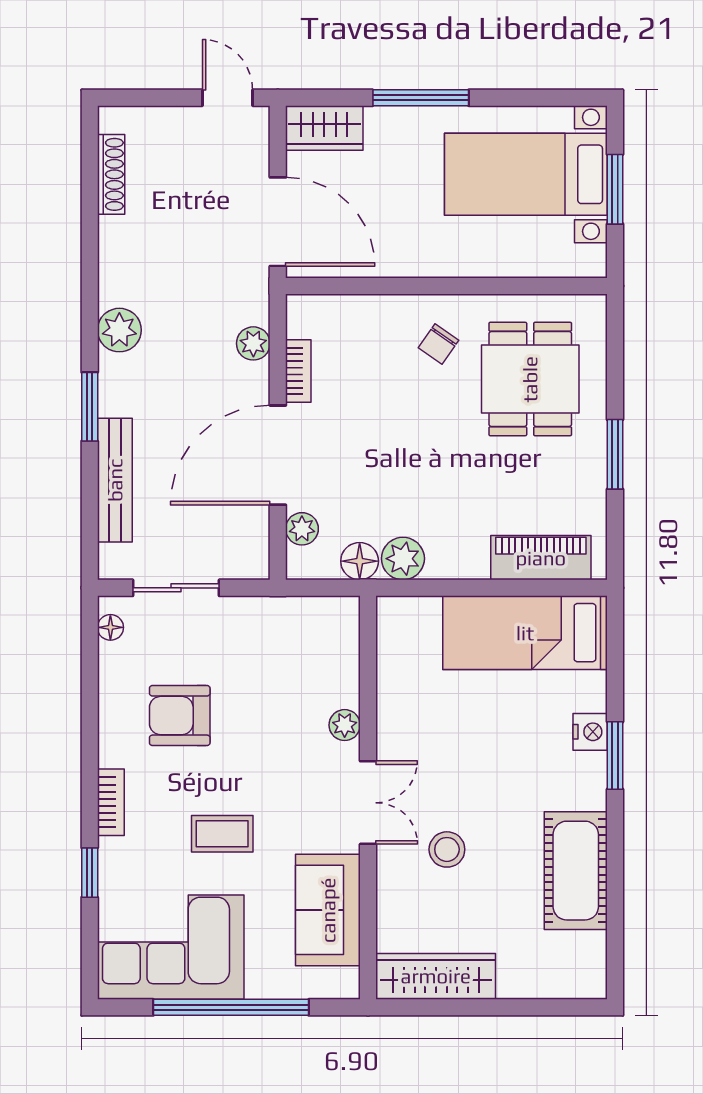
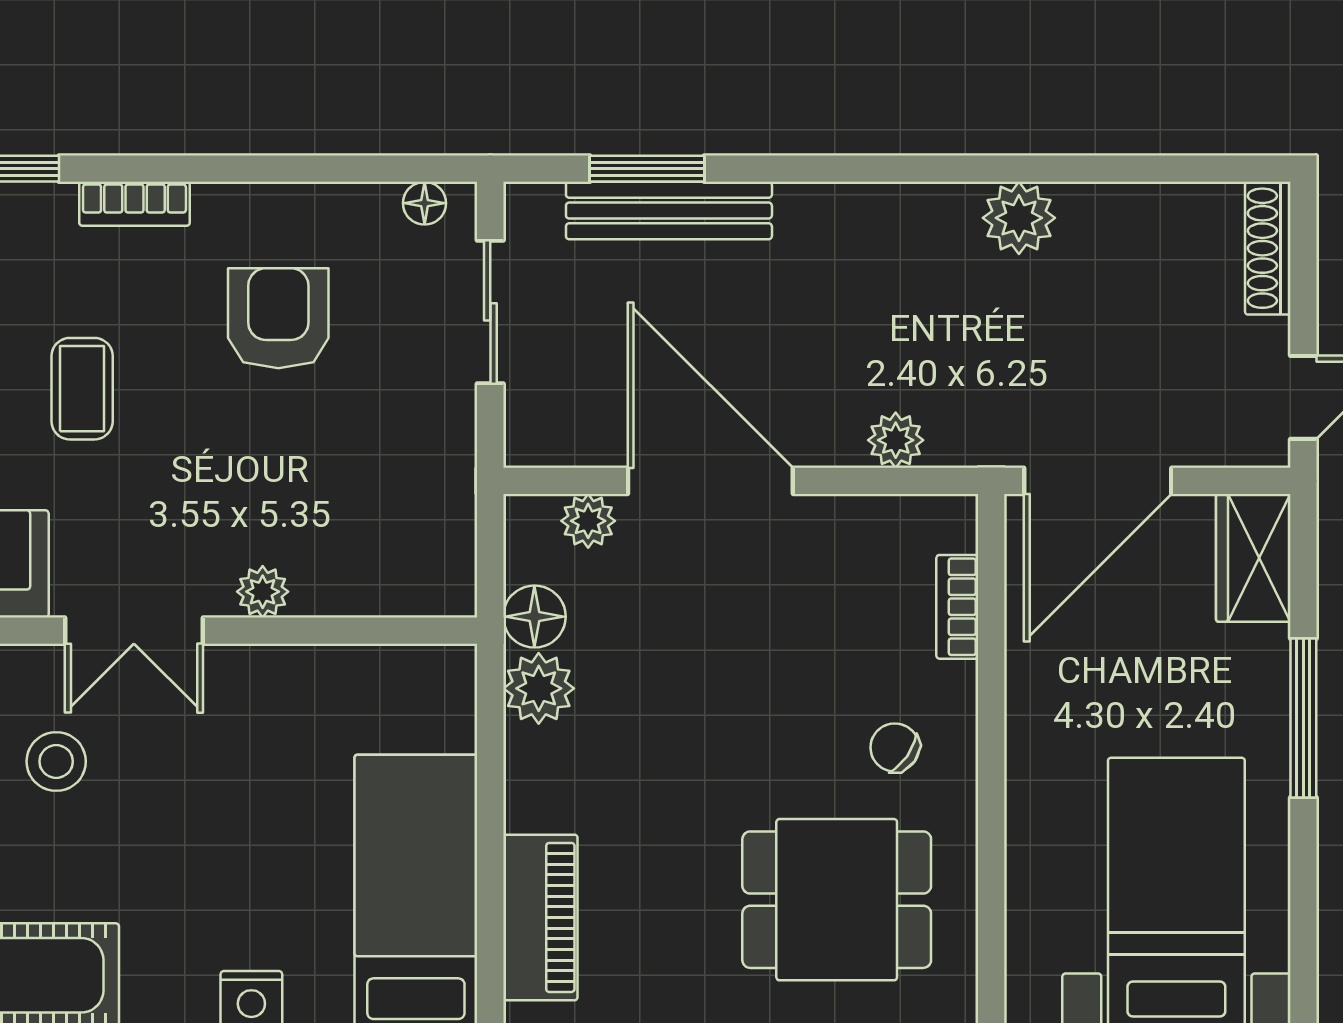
shoe rack: (111, 174) -> (1268, 248), moved, turned 90
plant: (119, 330) -> (1019, 218), moved
bookcase: (298, 371) -> (957, 607), moved, turned 90
window: (90, 407) -> (647, 169), moved

